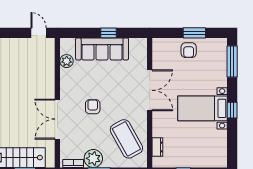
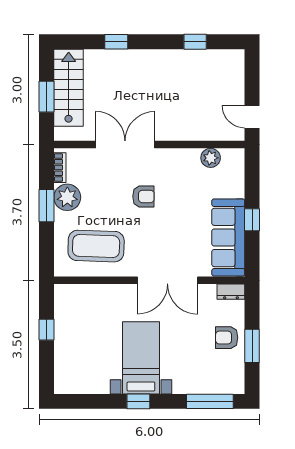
door: (39, 33) -> (252, 117), swing flipped
sofa: (102, 49) -> (228, 237), moved
coffee table: (126, 139) -> (96, 246), turned 31
dresser: (157, 147) -> (231, 292), moved

